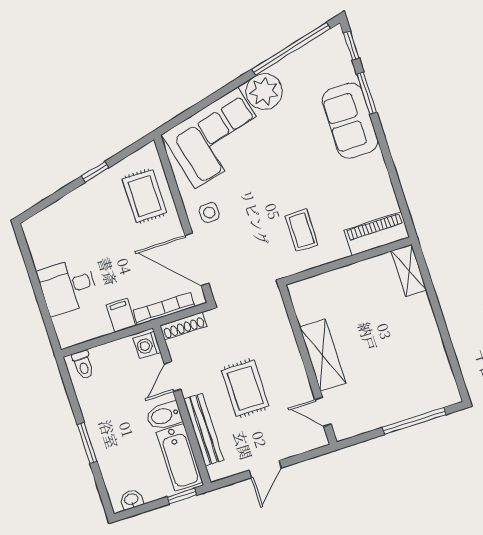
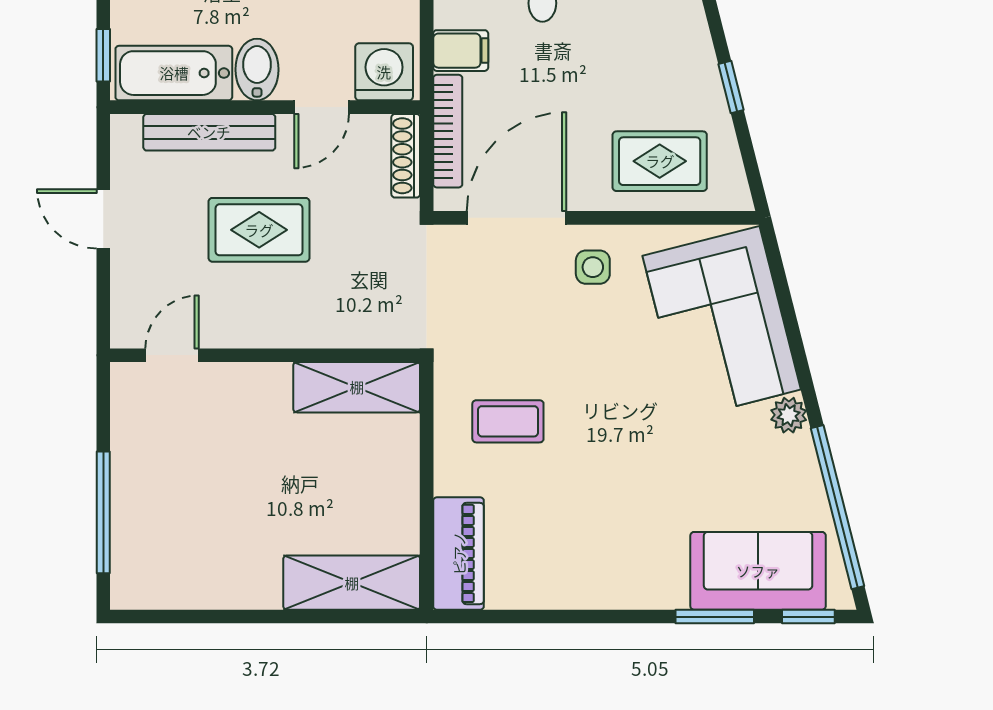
plant: (264, 91) -> (789, 415), width x0.53, depth x0.53
sofa: (350, 121) -> (758, 571), moved
shelving: (409, 271) -> (352, 583), width x1.50, depth x1.33
washing machine: (147, 345) -> (384, 72), width x1.38, depth x1.38
shelving: (323, 355) -> (357, 387), moved
door: (173, 377) -> (322, 107), swing flipped

